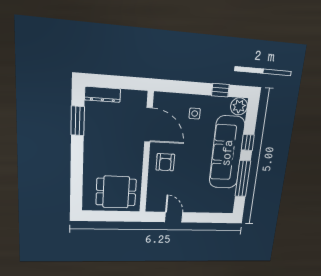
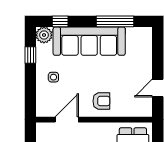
door: (148, 125) -> (67, 120), width x0.73
window: (248, 143) -> (60, 21), moved

